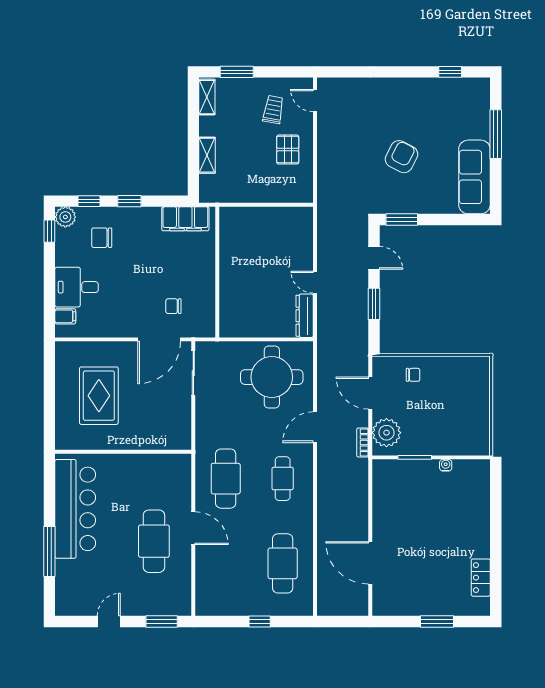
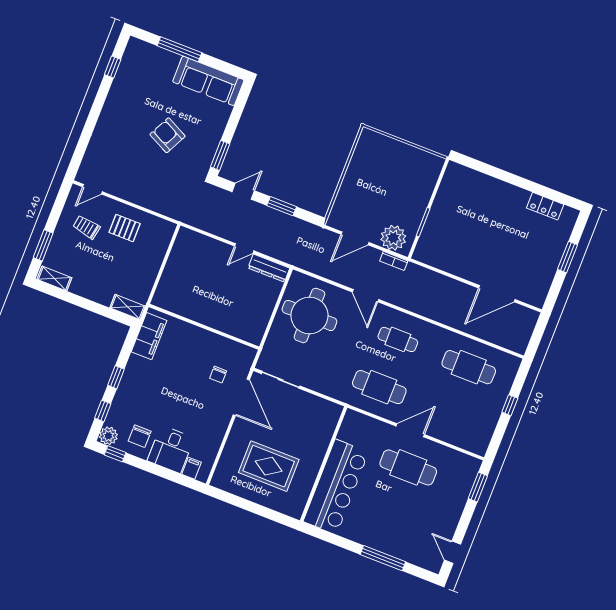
shelving: (207, 155) -> (128, 307), moved
chair: (102, 238) -> (140, 436), moved
chair: (413, 375) -> (354, 197), removed
water cooler: (446, 465) -> (440, 199), removed
bar counter: (75, 509) -> (336, 487), moved, turned 90
door: (109, 621) -> (452, 552), moved

